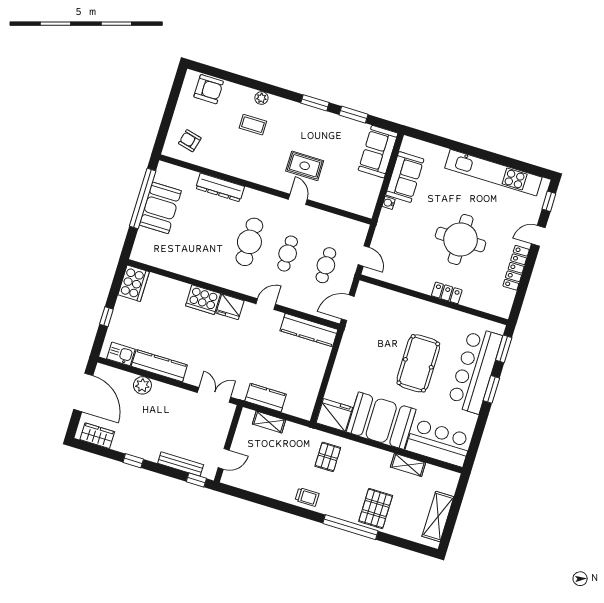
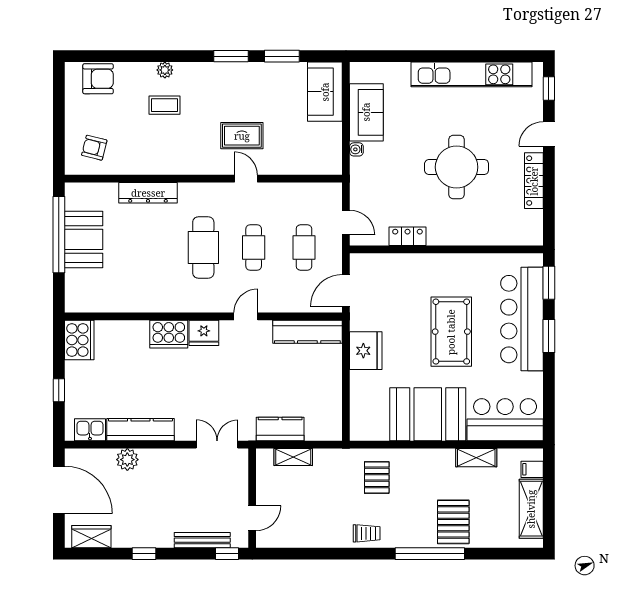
locker: (447, 293) -> (407, 236), moved
fridge: (334, 415) -> (366, 351), moved, turned 90
filing cabinet: (448, 487) -> (532, 469), added

